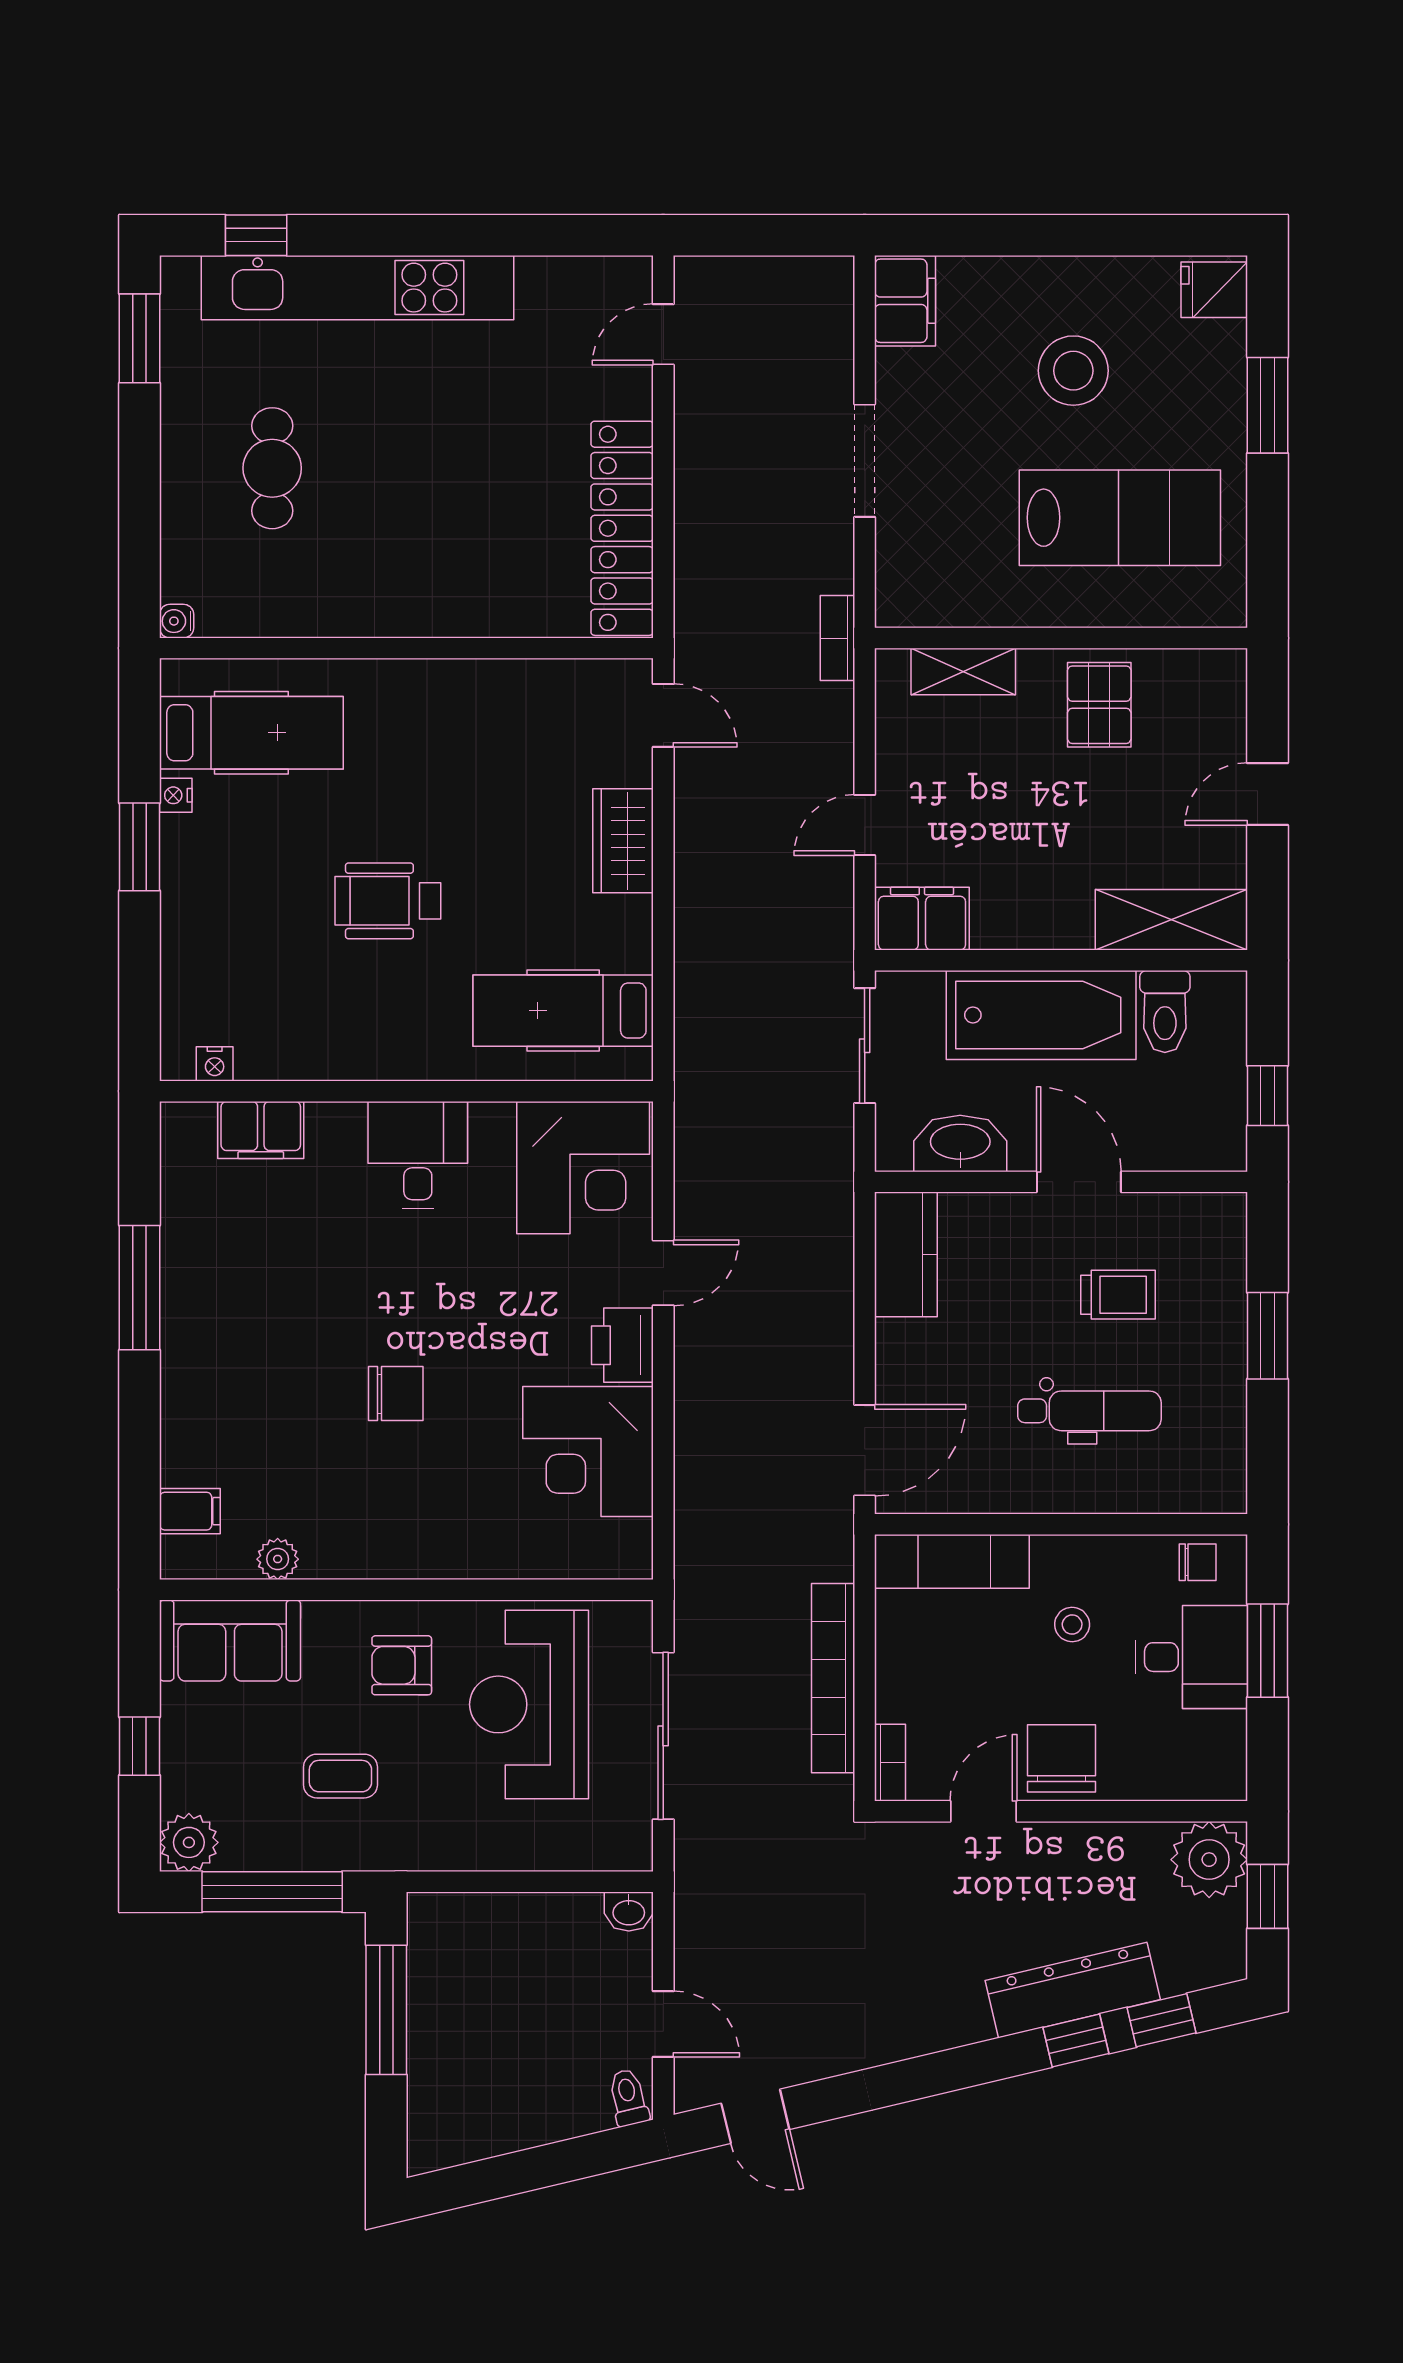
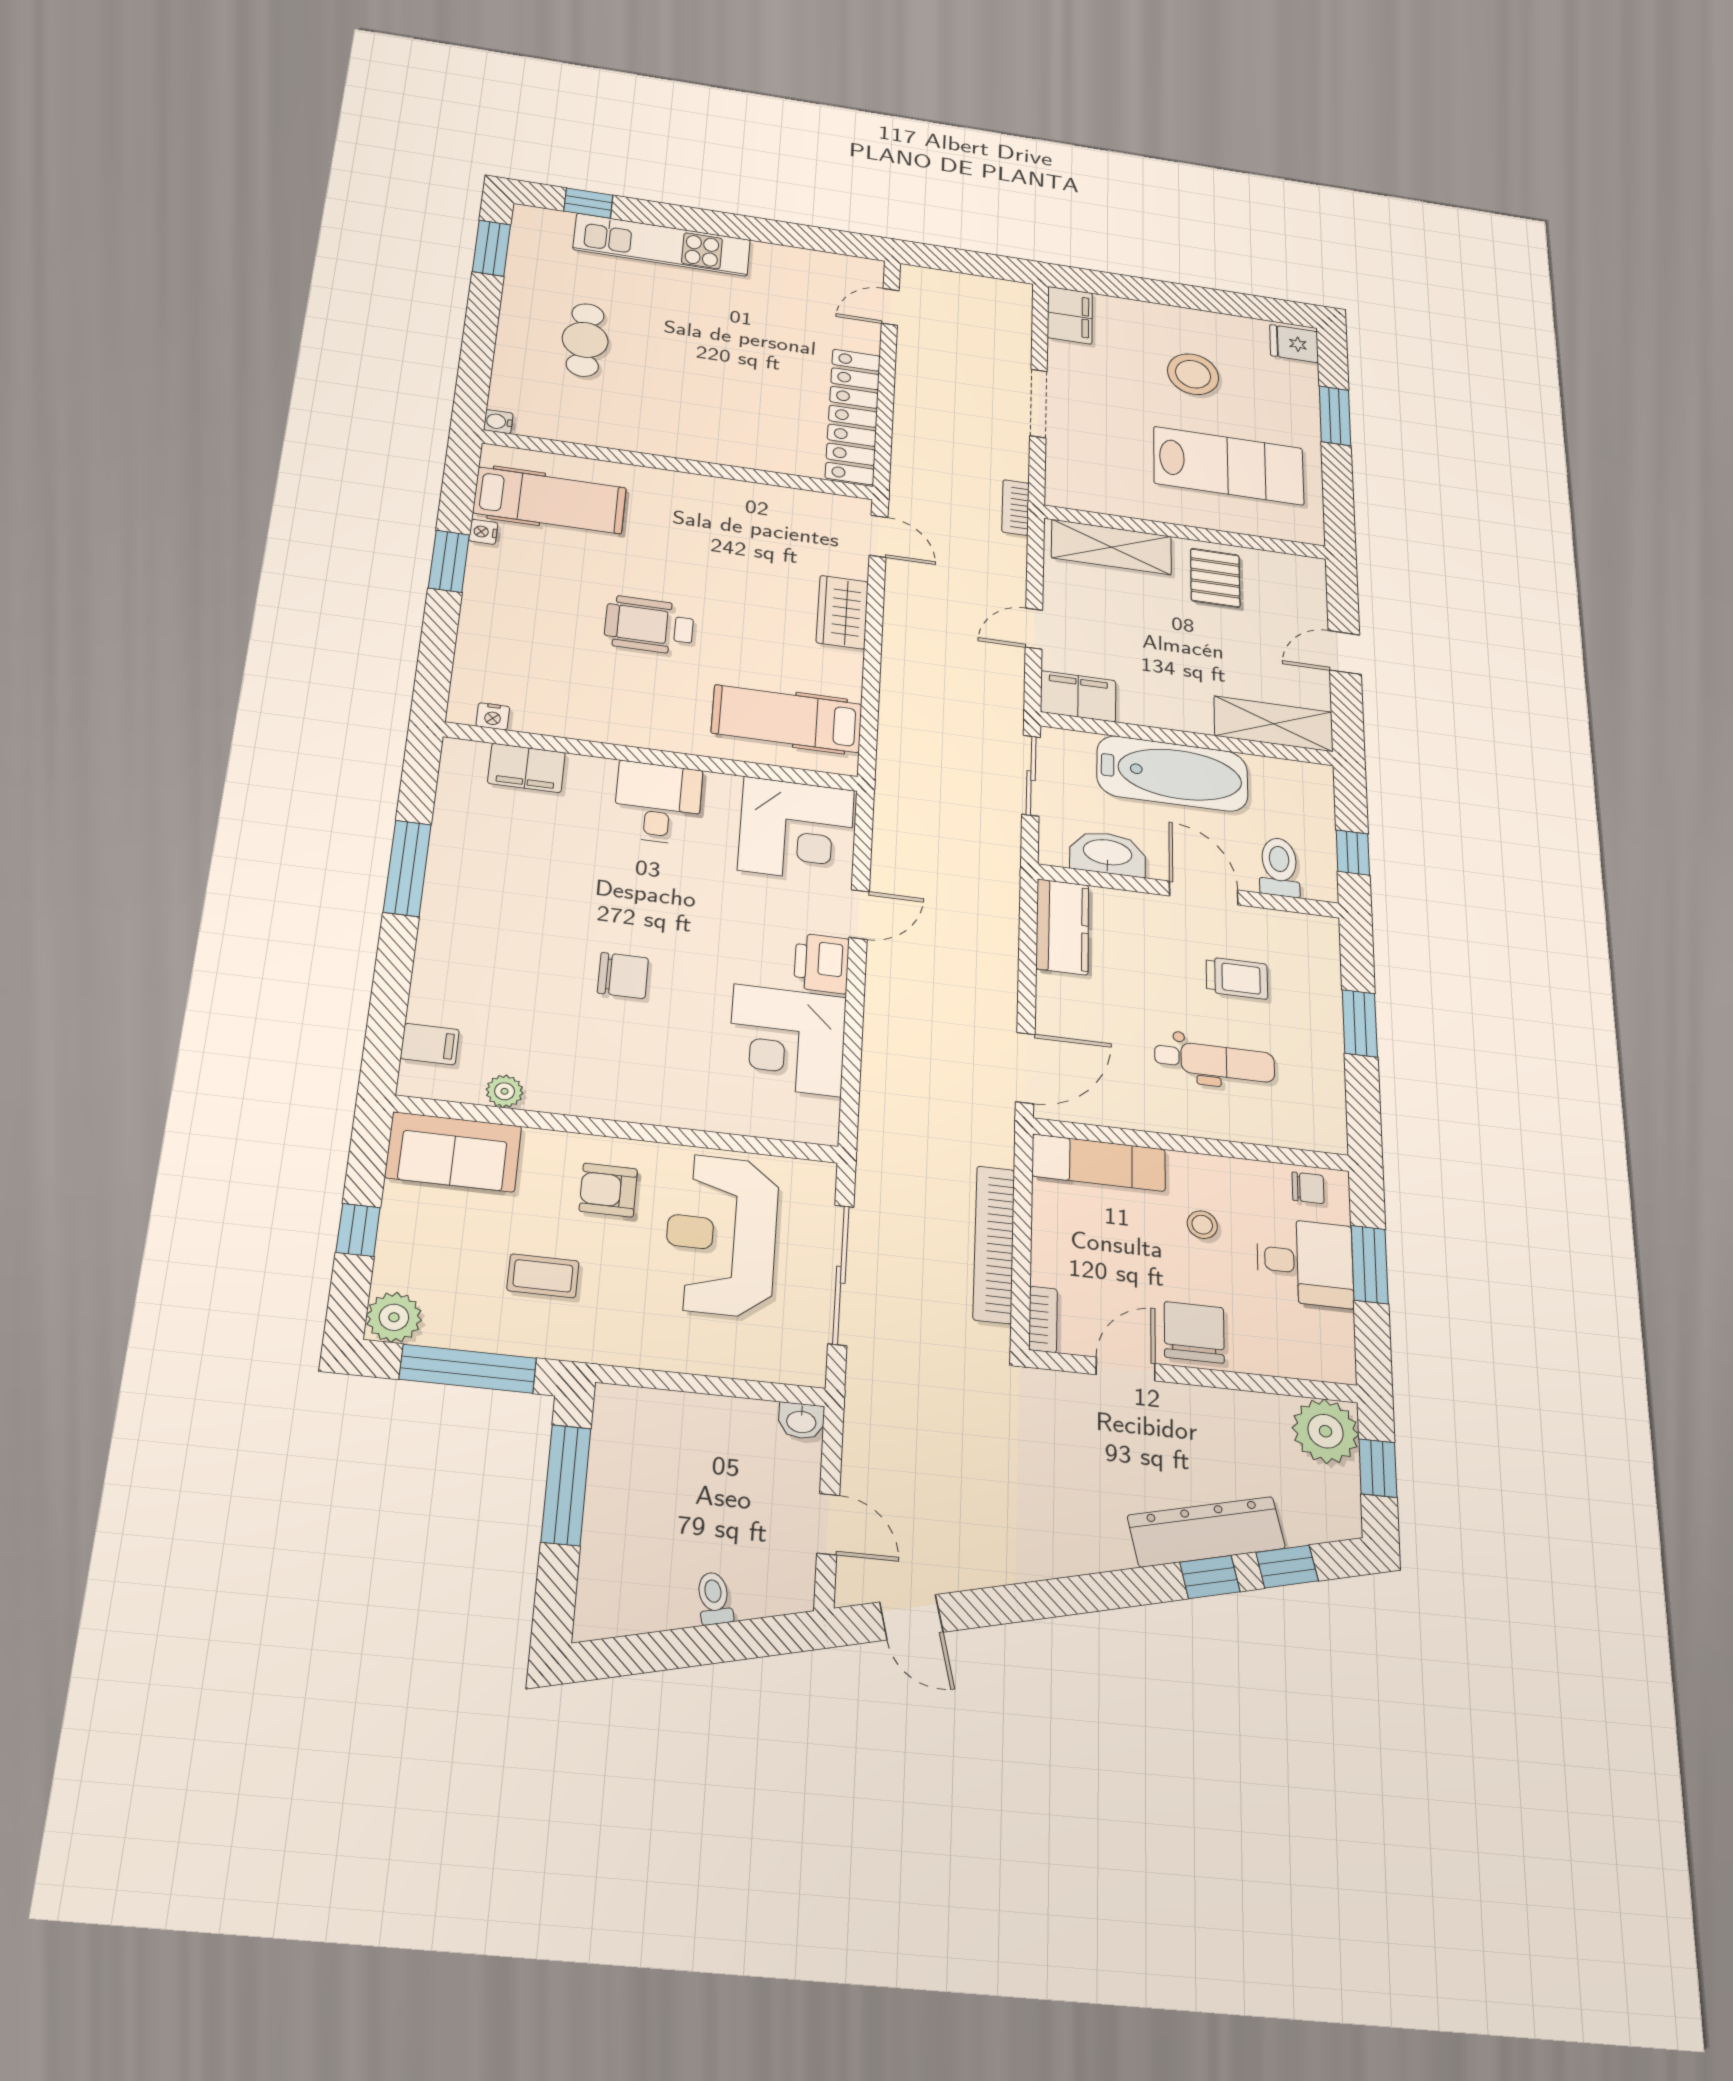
kitchen unit: (358, 288) -> (662, 245), width x0.73
shelving: (963, 672) -> (1111, 547), width x1.50, depth x1.33
toilet: (1165, 1012) -> (1279, 867), moved, turned 180
toilet: (628, 2097) -> (714, 1598), moved

